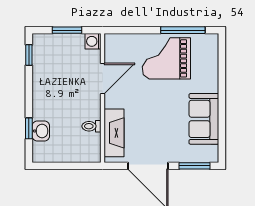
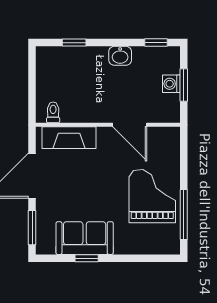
washing machine: (93, 41) -> (171, 84), moved, turned -90
window: (222, 117) -> (87, 258), added
toilet: (91, 126) -> (53, 112), moved
washbasin: (41, 131) -> (120, 56), moved

